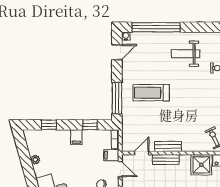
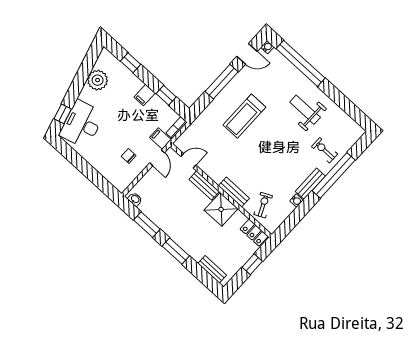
treadmill: (151, 93) -> (244, 116), turned -90
window: (117, 98) -> (222, 82), moved
bench: (168, 147) -> (234, 192), moved
plant: (35, 160) -> (98, 80), width x1.88, depth x1.88
shower: (201, 165) -> (221, 209), moved

